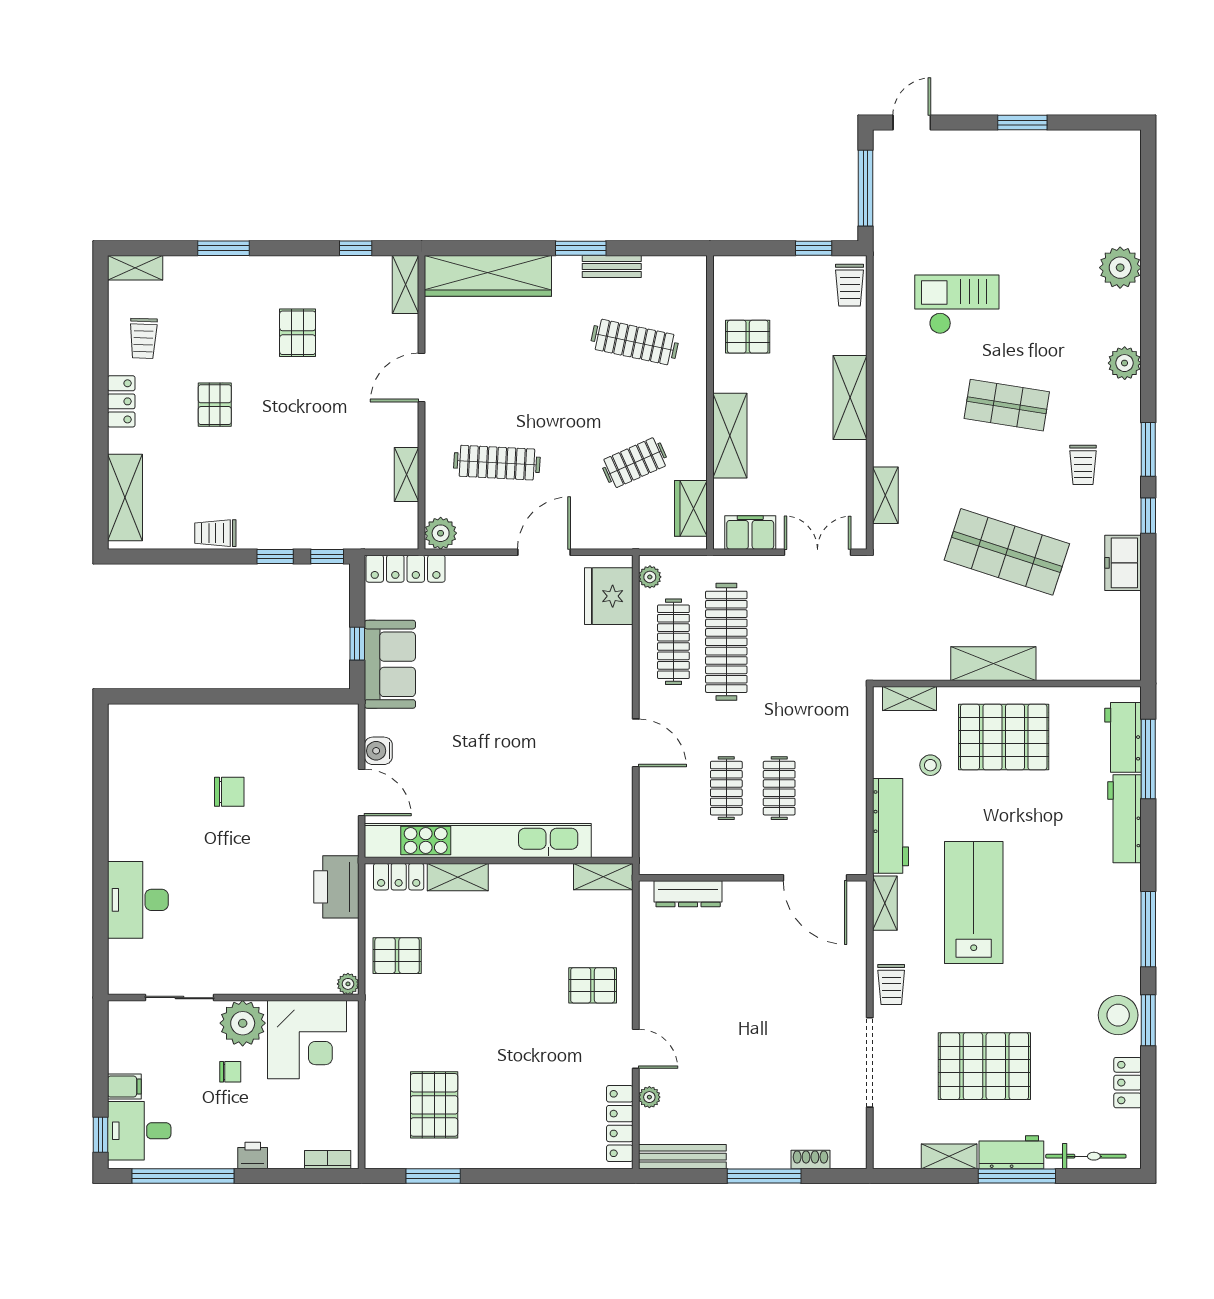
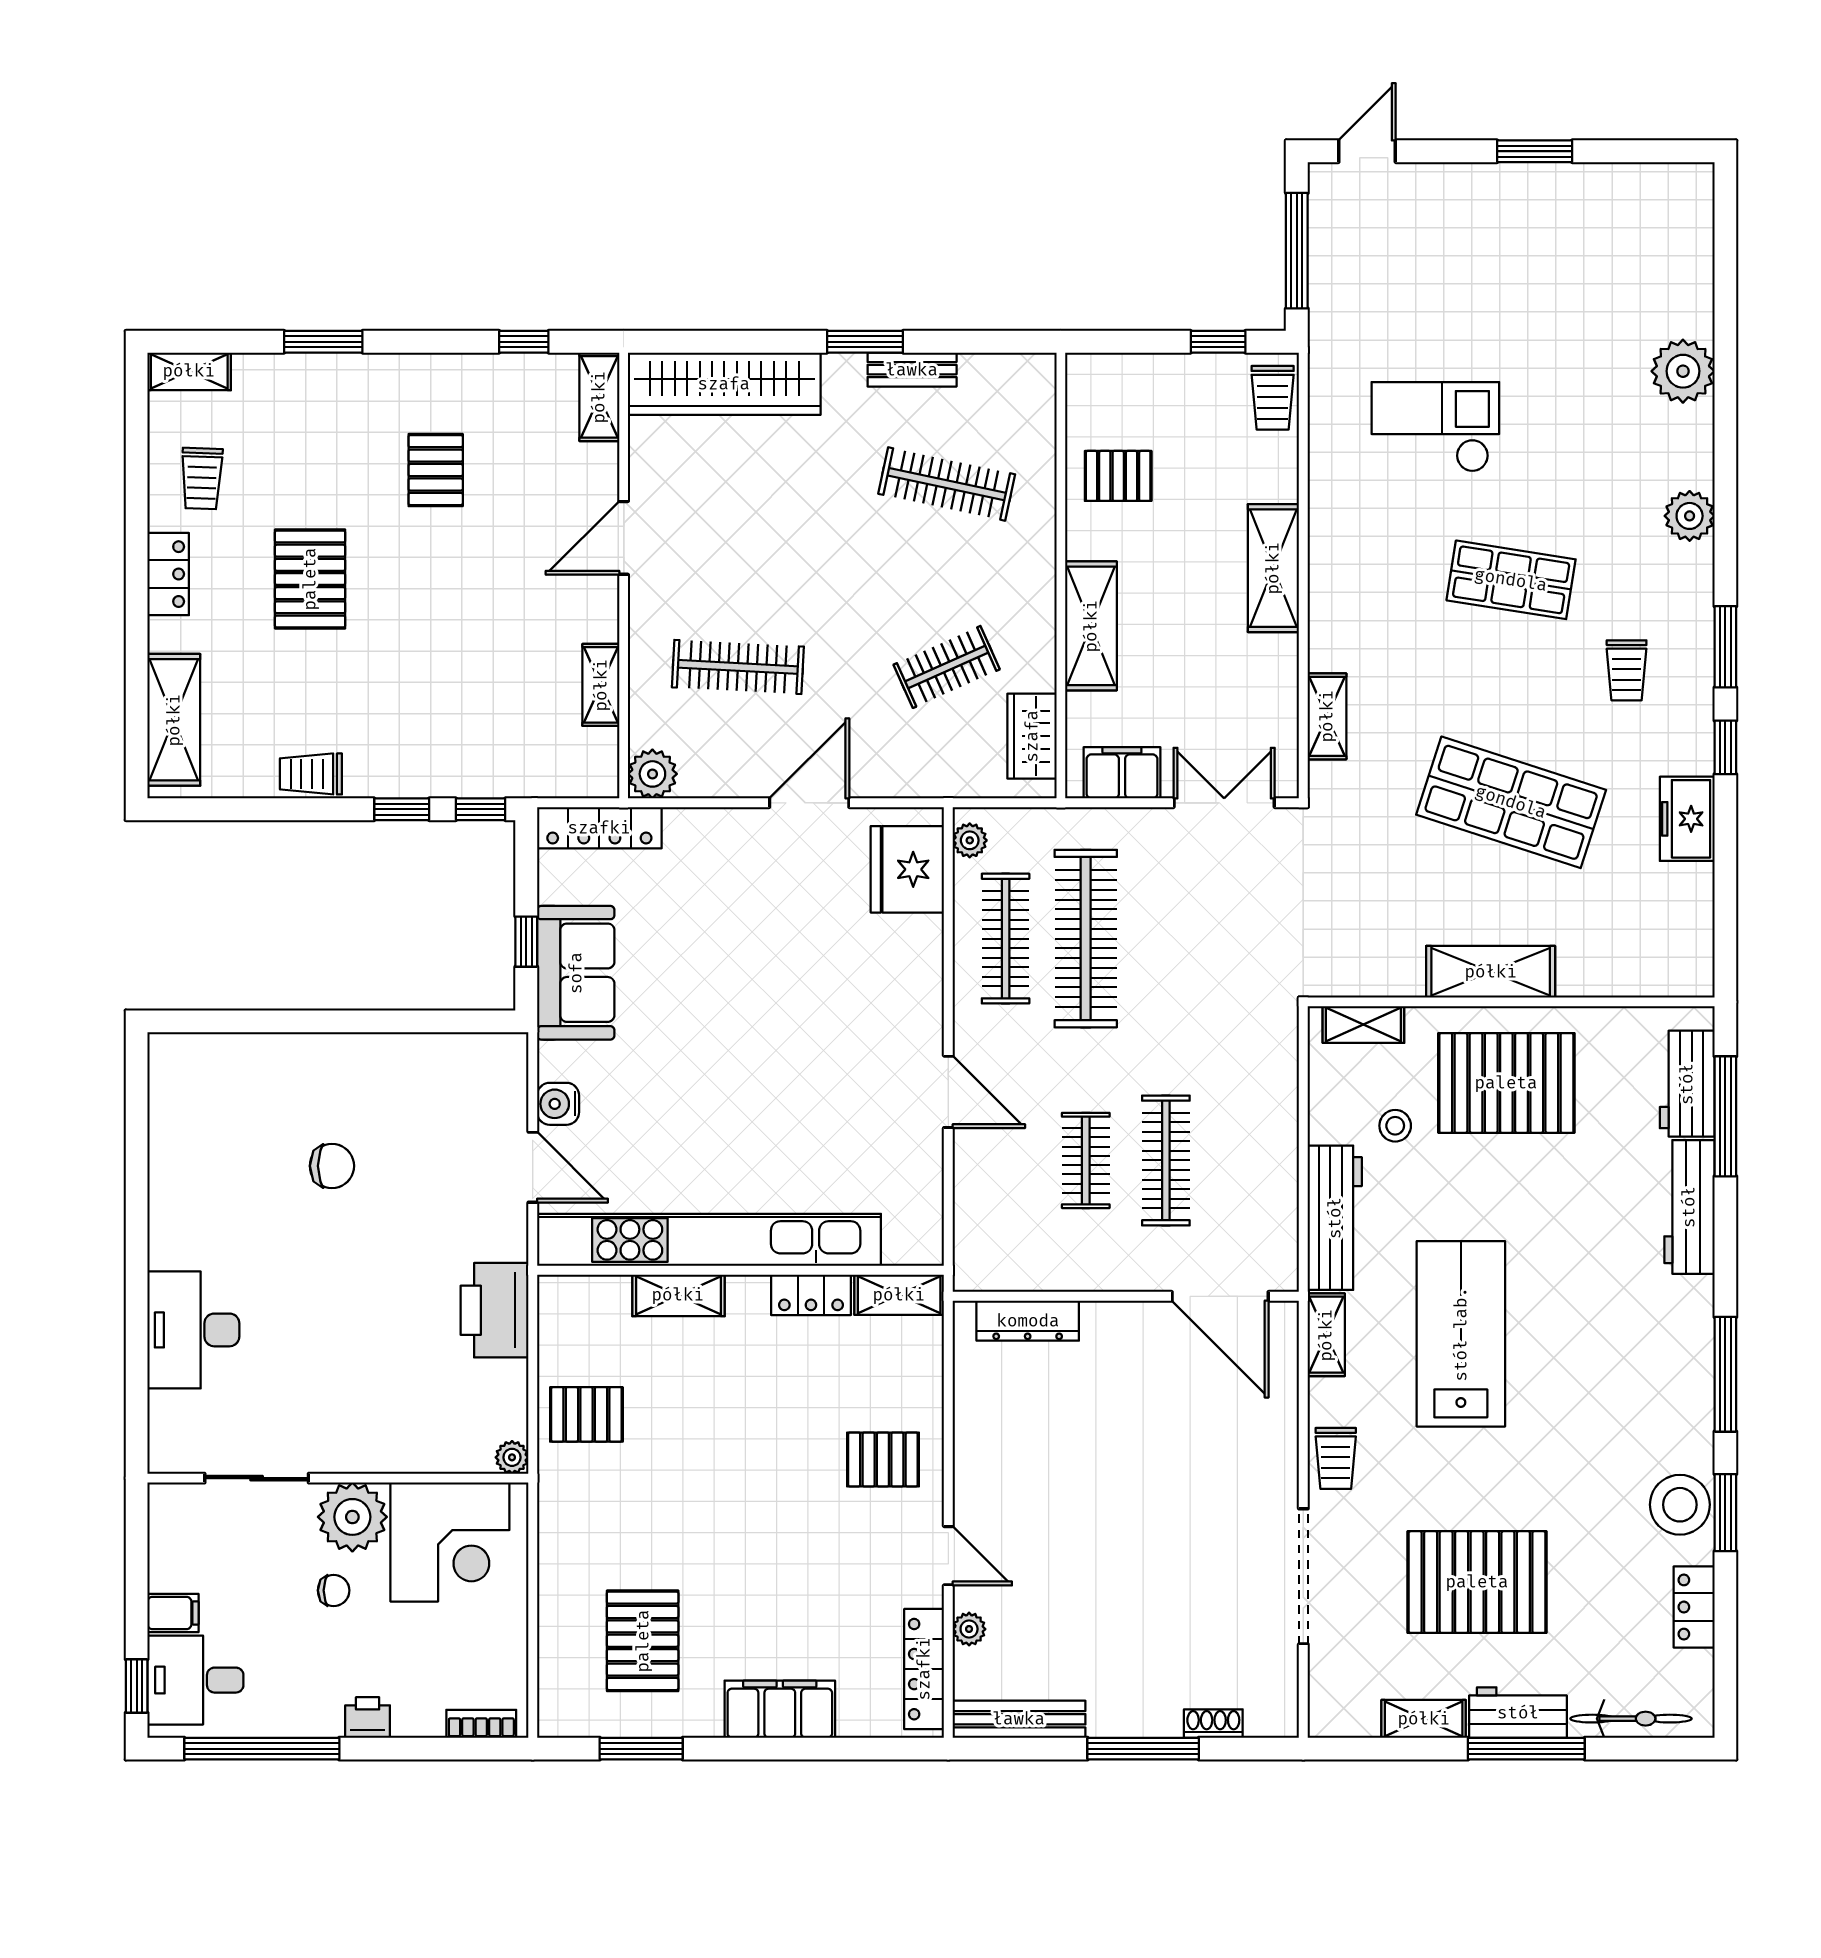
pallet: (215, 405) -> (310, 579), width x1.50, depth x1.42
clothes rail: (779, 788) -> (1166, 1160), width x1.36
locker: (399, 877) -> (811, 1295), moved
filing cabinet: (525, 1150) -> (780, 1709), added

